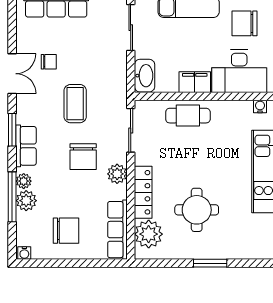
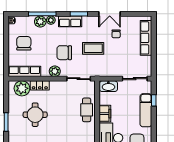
locker: (143, 192) -> (40, 85), width x0.66
chair: (66, 231) -> (24, 43), turned 180

